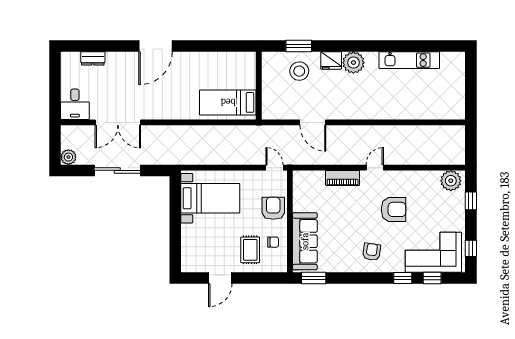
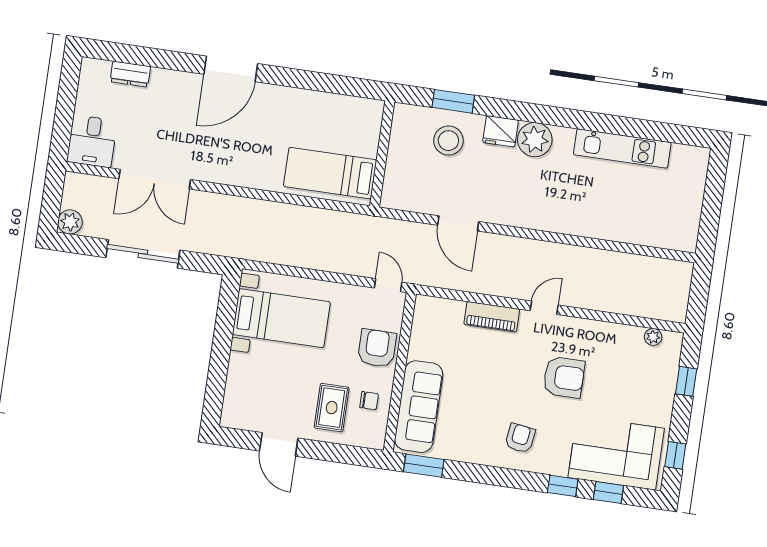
plant: (451, 181) -> (653, 337), width x0.53, depth x0.53
door: (220, 278) -> (279, 444), hinge flipped

